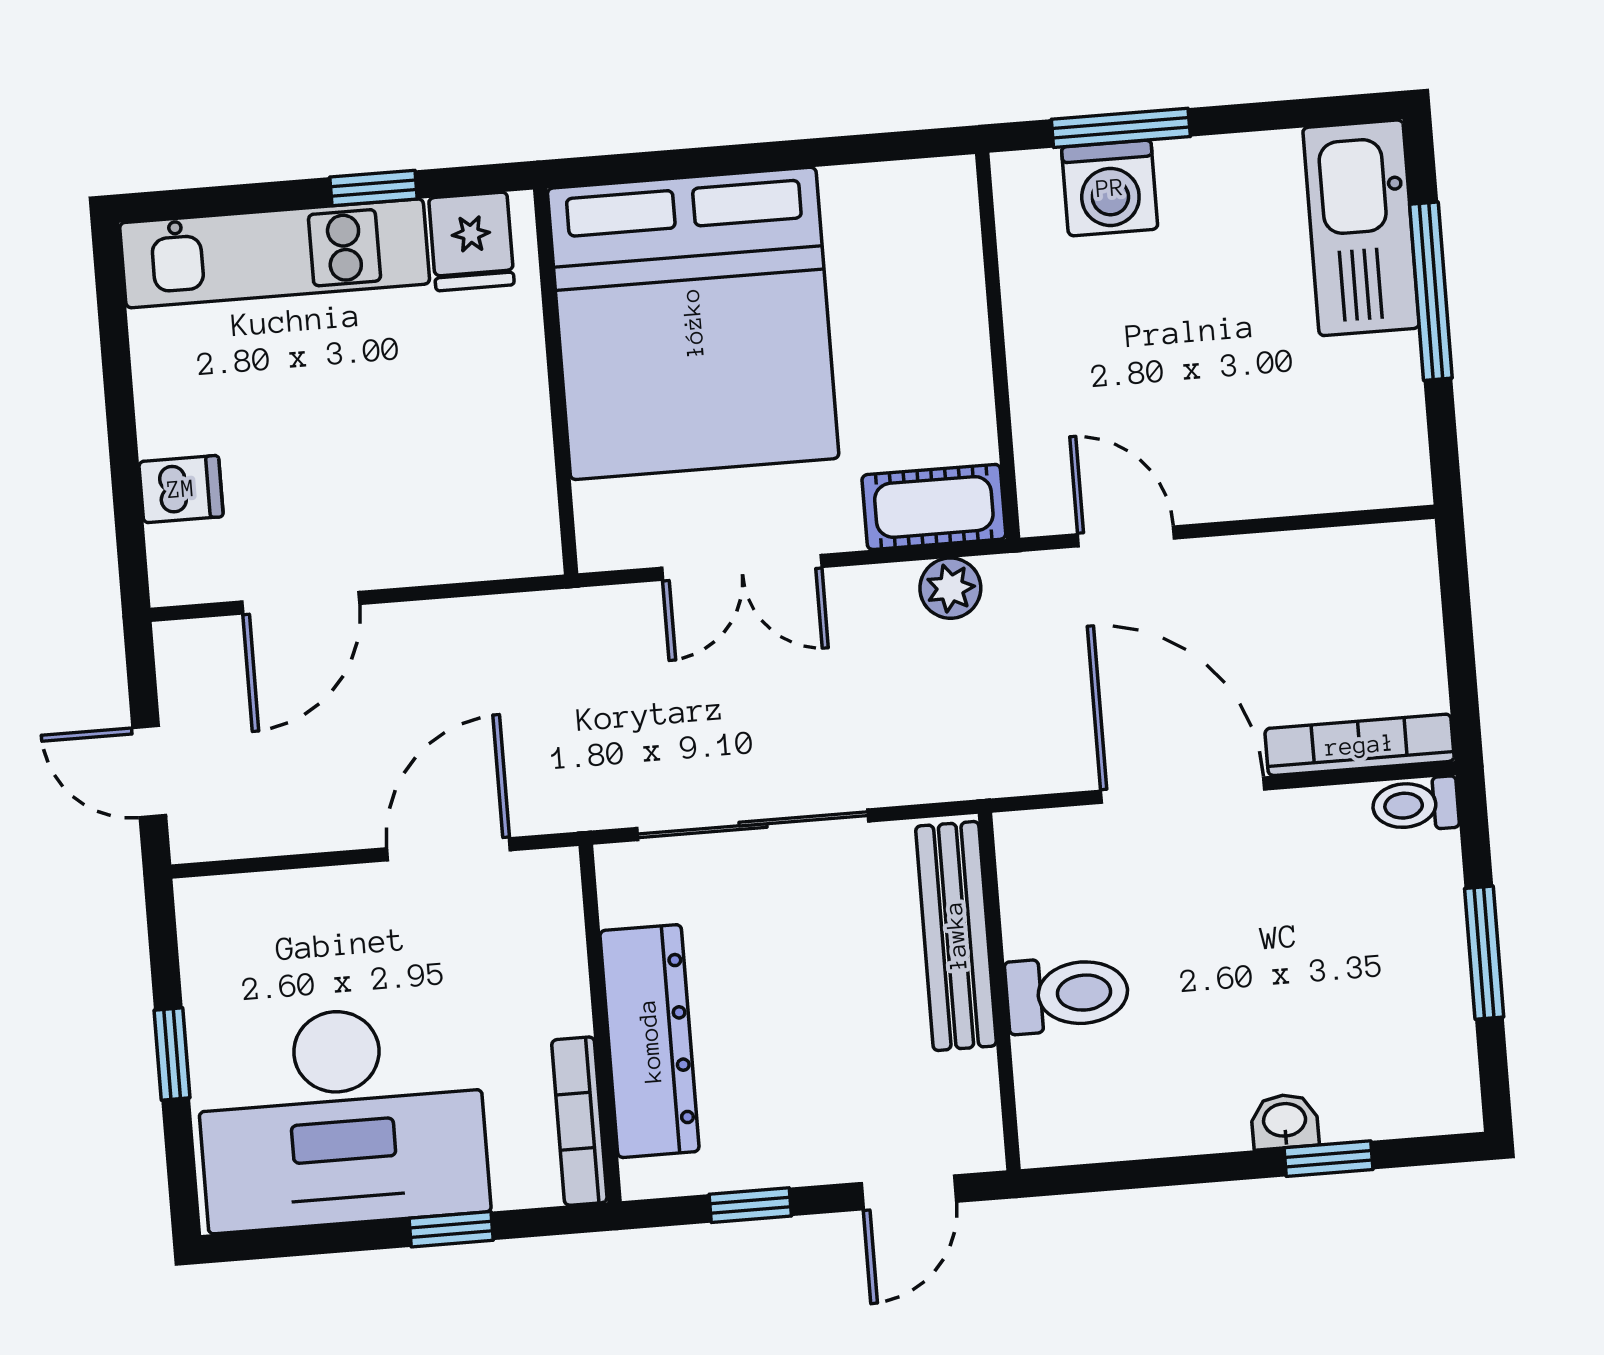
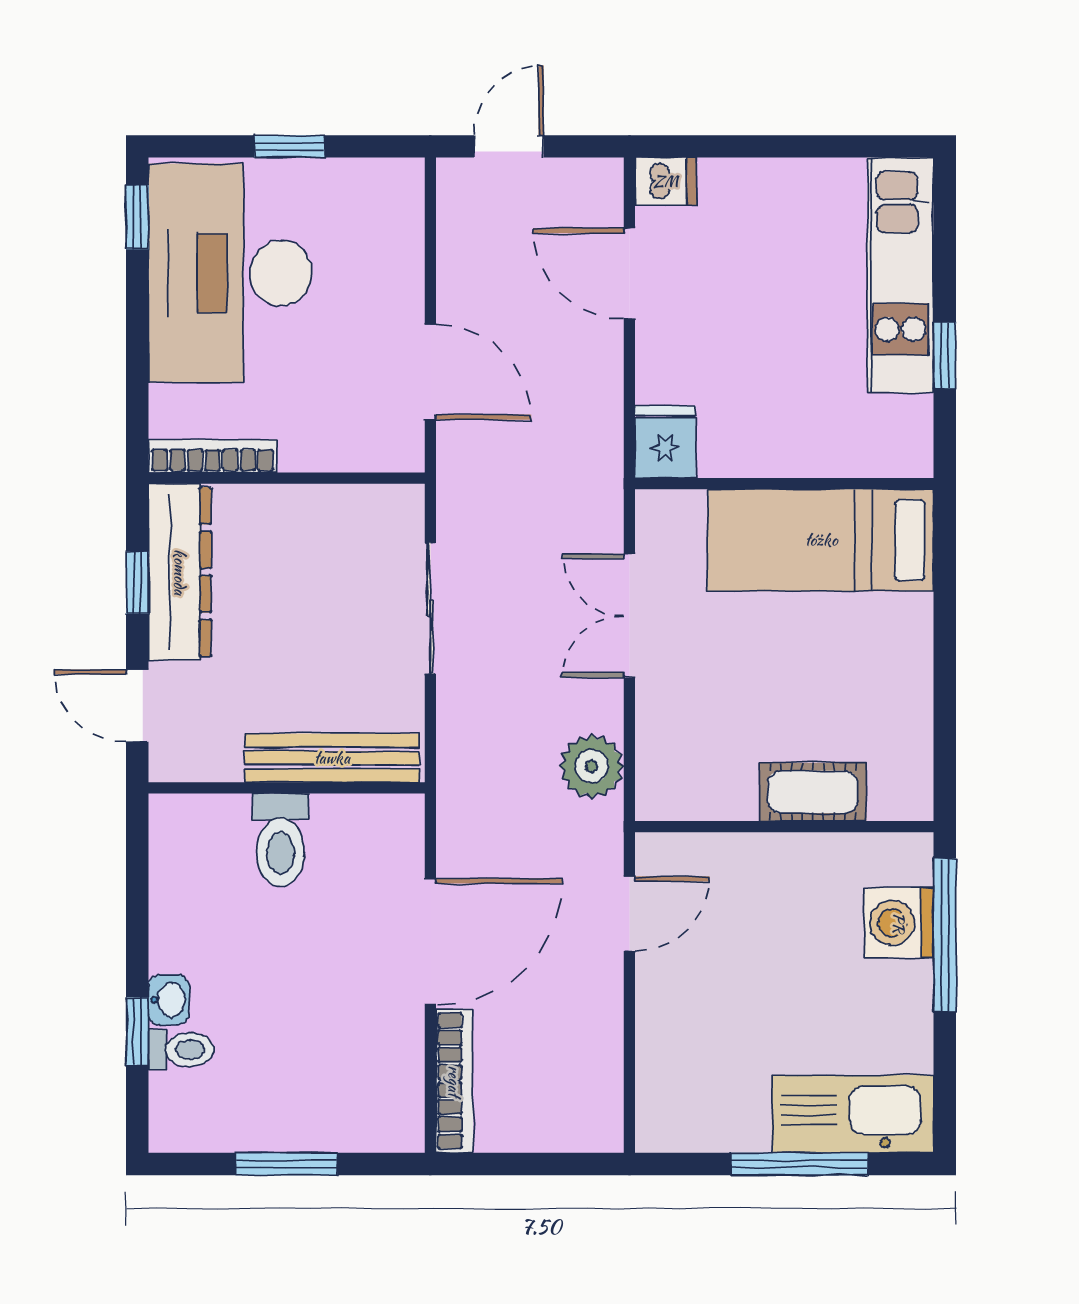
window: (1121, 128) -> (945, 935), width x1.44
fridge: (471, 241) -> (665, 442), moved, turned 90
bed: (693, 323) -> (821, 540), width x0.49
dishwasher: (181, 489) -> (666, 181), moved, turned -90
cot: (934, 507) -> (813, 792), moved, turned 90
plant: (950, 588) -> (592, 766), width x1.38, depth x1.38
toilet: (1415, 805) -> (181, 1050), moved, turned 90
sliding door: (753, 825) -> (430, 608), width x0.73
dresser: (650, 1041) -> (180, 572), moved, turned -90
window: (451, 1229) -> (137, 217), moved

